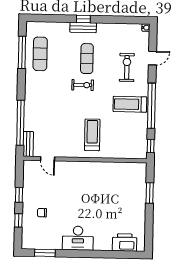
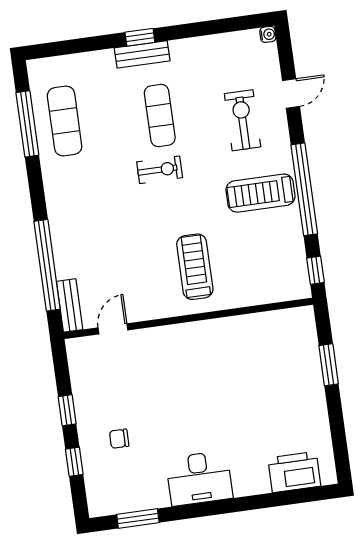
door: (48, 159) -> (113, 329), swing flipped

